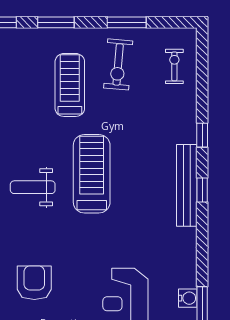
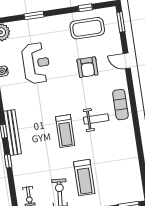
treadmill: (92, 174) -> (65, 131), width x0.73, depth x0.73

